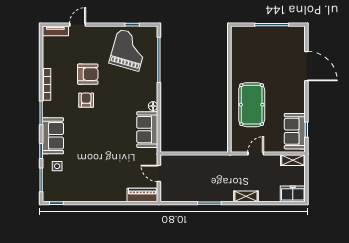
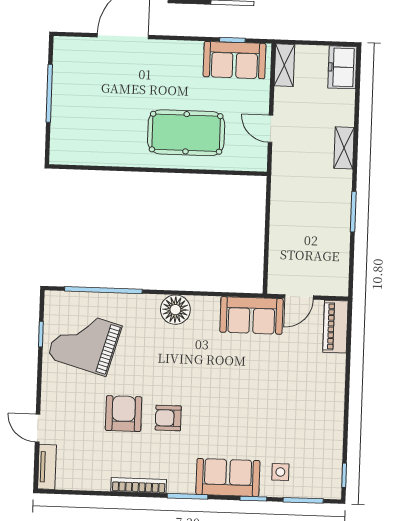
floor lamp: (153, 106) -> (175, 310), width x1.89, depth x1.89
sofa: (147, 130) -> (251, 315), moved

